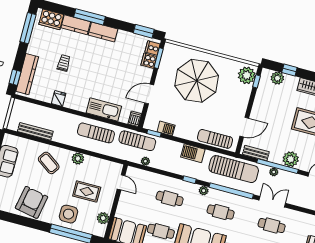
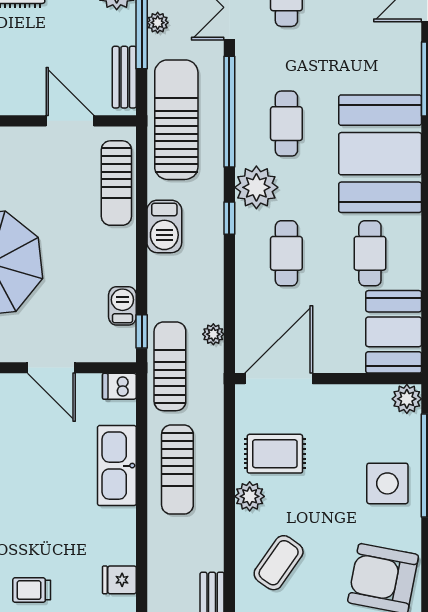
door: (121, 182) -> (279, 379), width x1.87
plant: (204, 191) -> (256, 187), width x1.88, depth x1.88
rug: (87, 192) -> (275, 454), moved, turned 90
plant: (103, 218) -> (407, 399), moved

